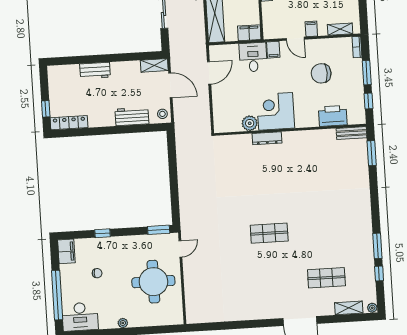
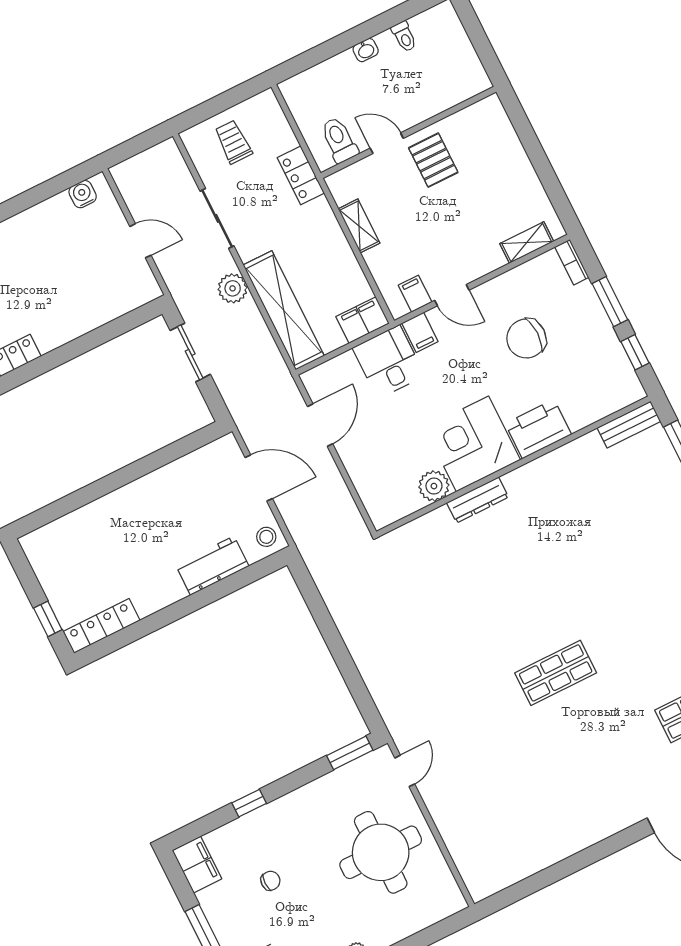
filing cabinet: (311, 29) -> (415, 294), moved
shelving: (154, 65) -> (214, 454), removed
workbench: (95, 71) -> (108, 510), removed
printer: (333, 116) -> (538, 429), moved

